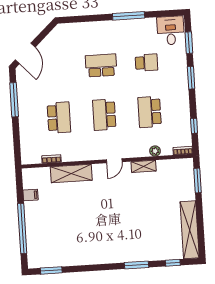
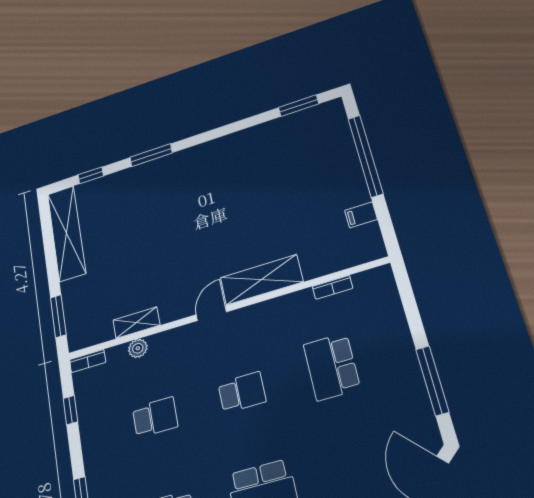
school desk: (150, 112) -> (155, 417), width x0.54
school desk: (104, 115) -> (242, 392), width x0.54
shelving: (144, 166) -> (136, 323), moved
shelving: (71, 174) -> (261, 280), moved

